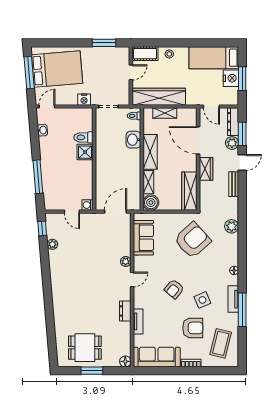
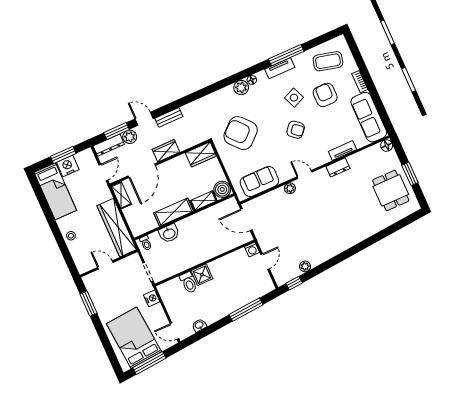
cot: (145, 54) -> (81, 259), removed
shelving: (165, 113) -> (121, 195), moved
wardrobe: (189, 191) -> (201, 154), width x0.67
plant: (232, 226) -> (241, 88), moved

